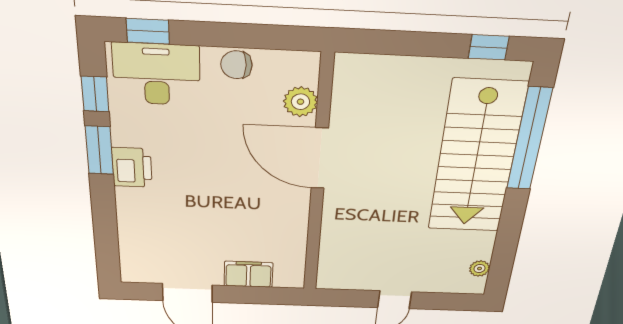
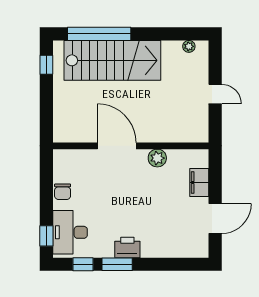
plant: (300, 102) -> (157, 158), moved
door: (320, 159) -> (117, 146), swing flipped

